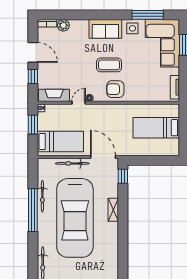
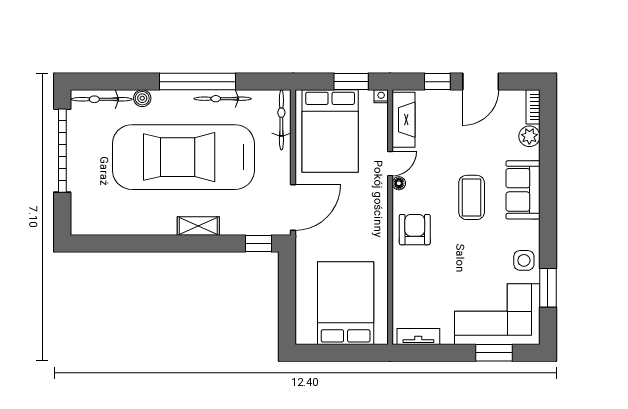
window: (148, 15) -> (548, 288), width x0.69
sofa: (105, 29) -> (523, 190), moved
coffee table: (109, 65) -> (472, 197), moved
door: (79, 103) -> (390, 164), hinge flipped
bed: (156, 128) -> (346, 303), width x1.50
bed: (60, 141) -> (330, 131), width x1.50
bicycle: (72, 163) -> (281, 120), moved
boiler: (42, 241) -> (142, 98), added

